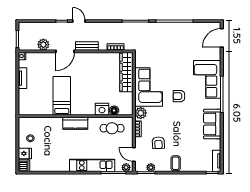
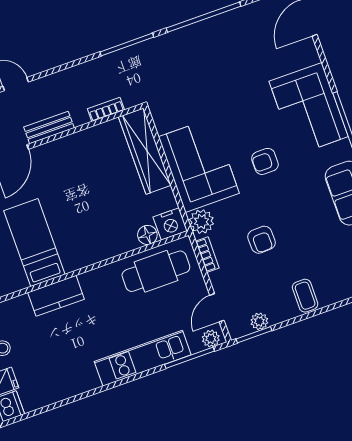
nightstand: (102, 109) -> (170, 224), moved
kitchen counter: (75, 123) -> (56, 296), moved
cafe table: (112, 128) -> (156, 271), width x1.37, depth x1.35
armchair: (158, 143) -> (262, 240), moved
door: (134, 155) -> (217, 308), hinge flipped

